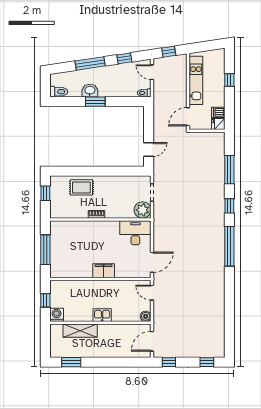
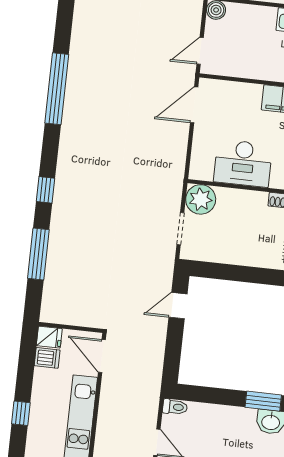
door: (188, 117) -> (102, 356), swing flipped
desk: (135, 233) -> (243, 163), moved
window: (229, 246) -> (57, 89), moved
door: (152, 293) -> (200, 51), swing flipped

